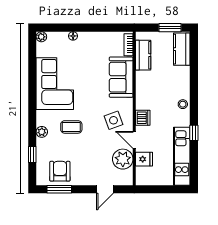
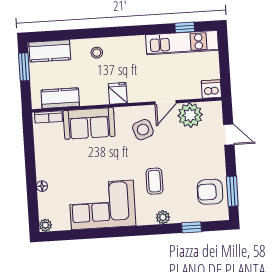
stool: (183, 104) -> (97, 53), moved
dishwasher: (143, 118) -> (211, 89), moved
window: (194, 133) -> (185, 27), moved
fridge: (144, 159) -> (118, 93), moved

